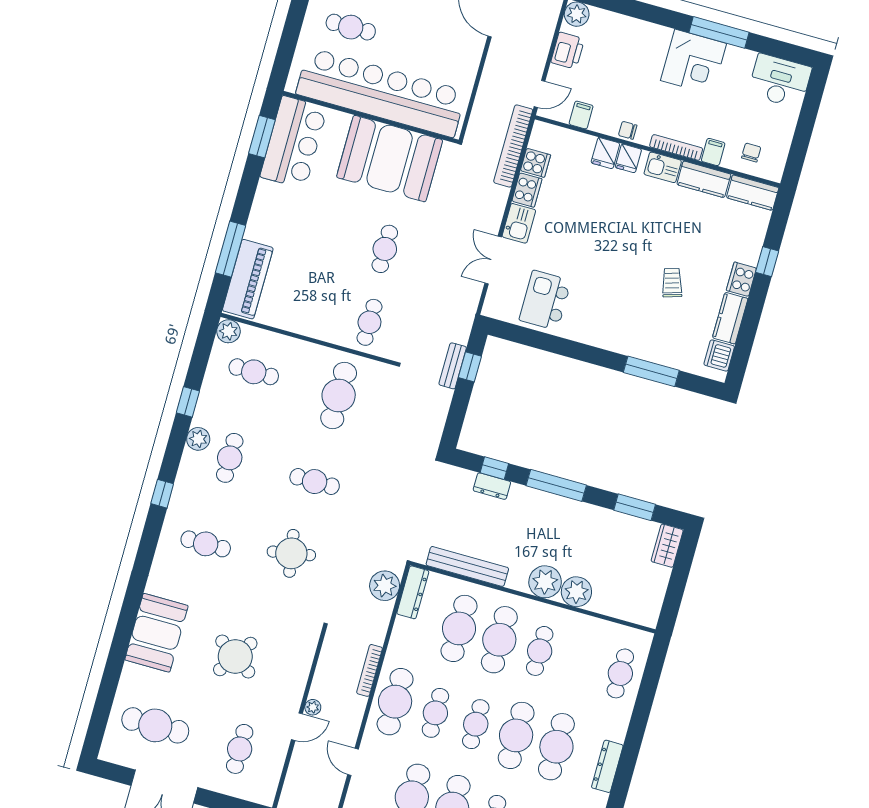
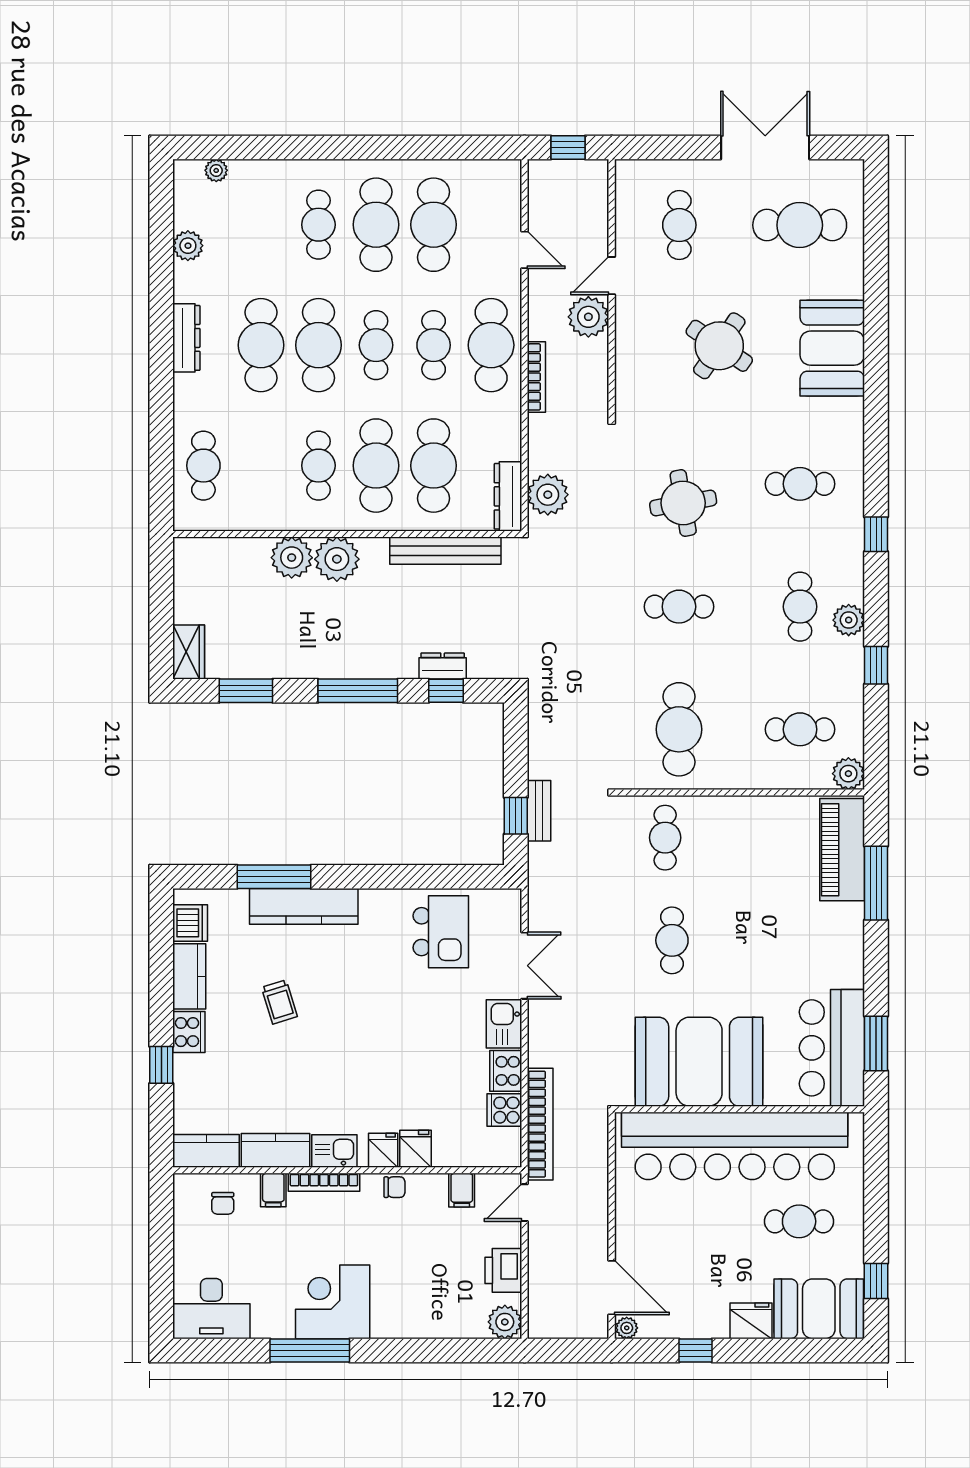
kitchen counter: (636, 345) -> (304, 906), added
plant: (313, 707) -> (588, 317), width x1.87, depth x1.87

